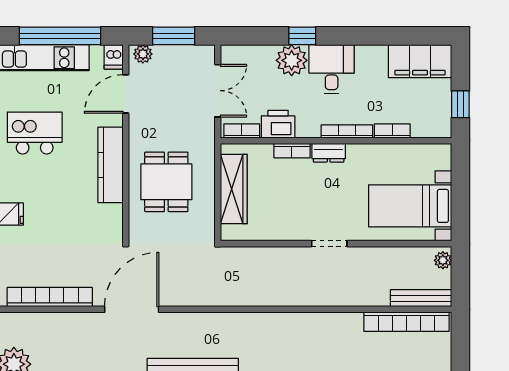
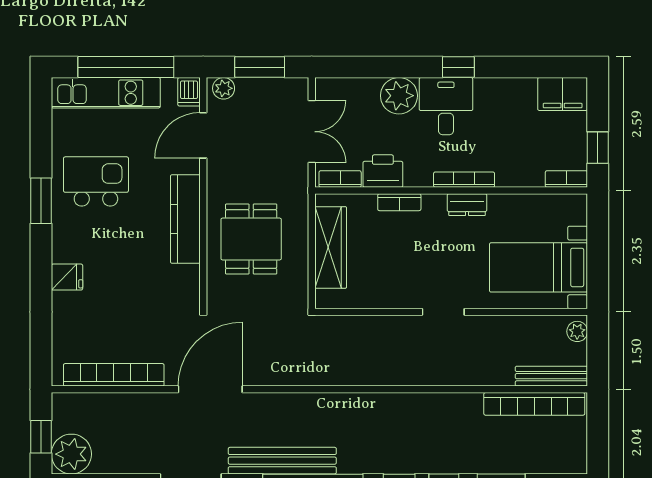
window: (302, 36) -> (458, 67), moved
filing cabinet: (420, 61) -> (563, 94), width x0.67, depth x0.86
bookcase: (392, 131) -> (566, 179), moved
dresser: (329, 153) -> (467, 205), moved

